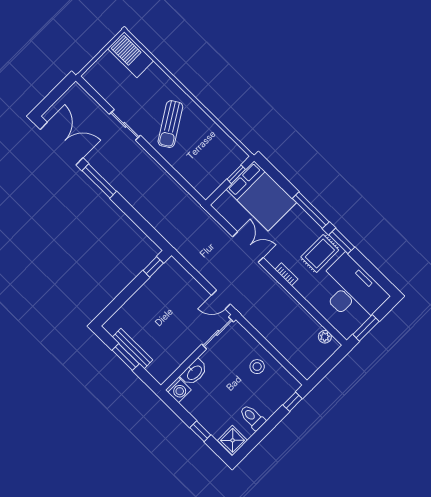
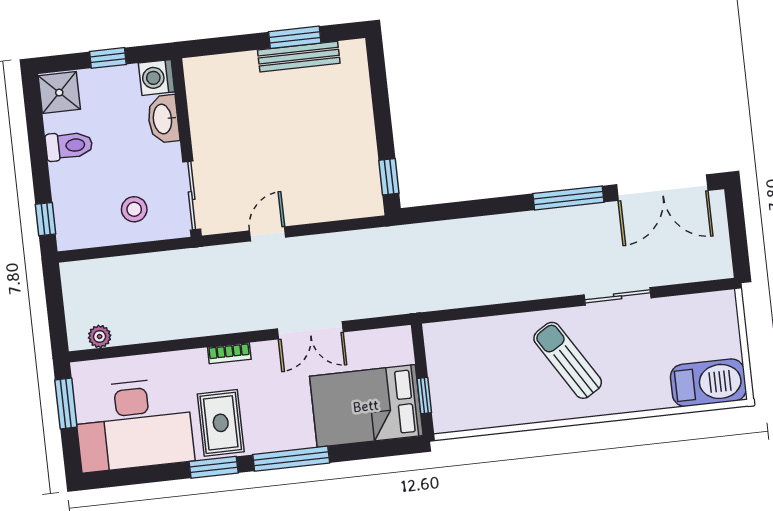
sliding door: (218, 333) -> (192, 196), moved
wall: (198, 352) -> (186, 148), moved
washbasin: (194, 372) -> (163, 119), moved
washing machine: (178, 390) -> (157, 77), moved

